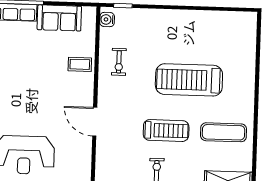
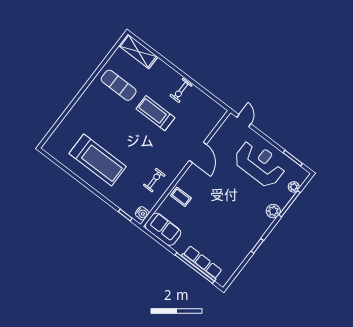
sofa: (59, 18) -> (163, 229), moved
treadmill: (189, 80) -> (98, 160), moved

